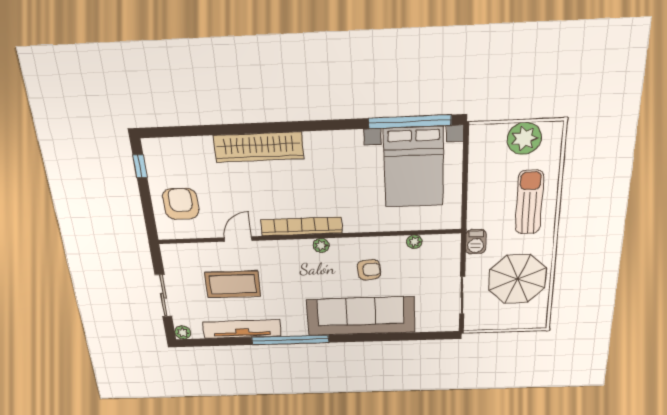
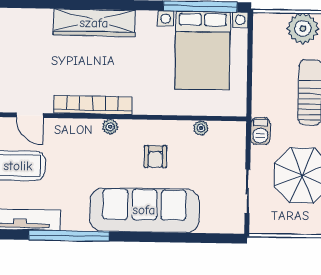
wardrobe: (259, 147) -> (94, 23), moved
door: (238, 239) -> (30, 115), swing flipped
armchair: (369, 270) -> (155, 157), turned 95

